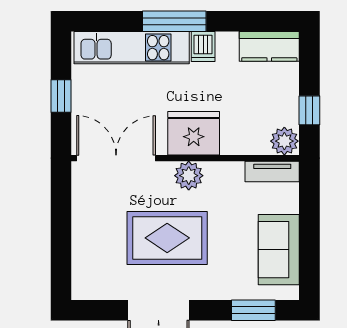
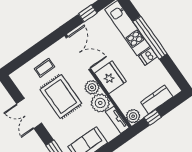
window: (174, 21) -> (150, 38), width x1.46
kitchen counter: (269, 46) -> (157, 99), moved, turned 90
plant: (224, 180) -> (100, 103), added
coffee table: (101, 231) -> (45, 68), added

